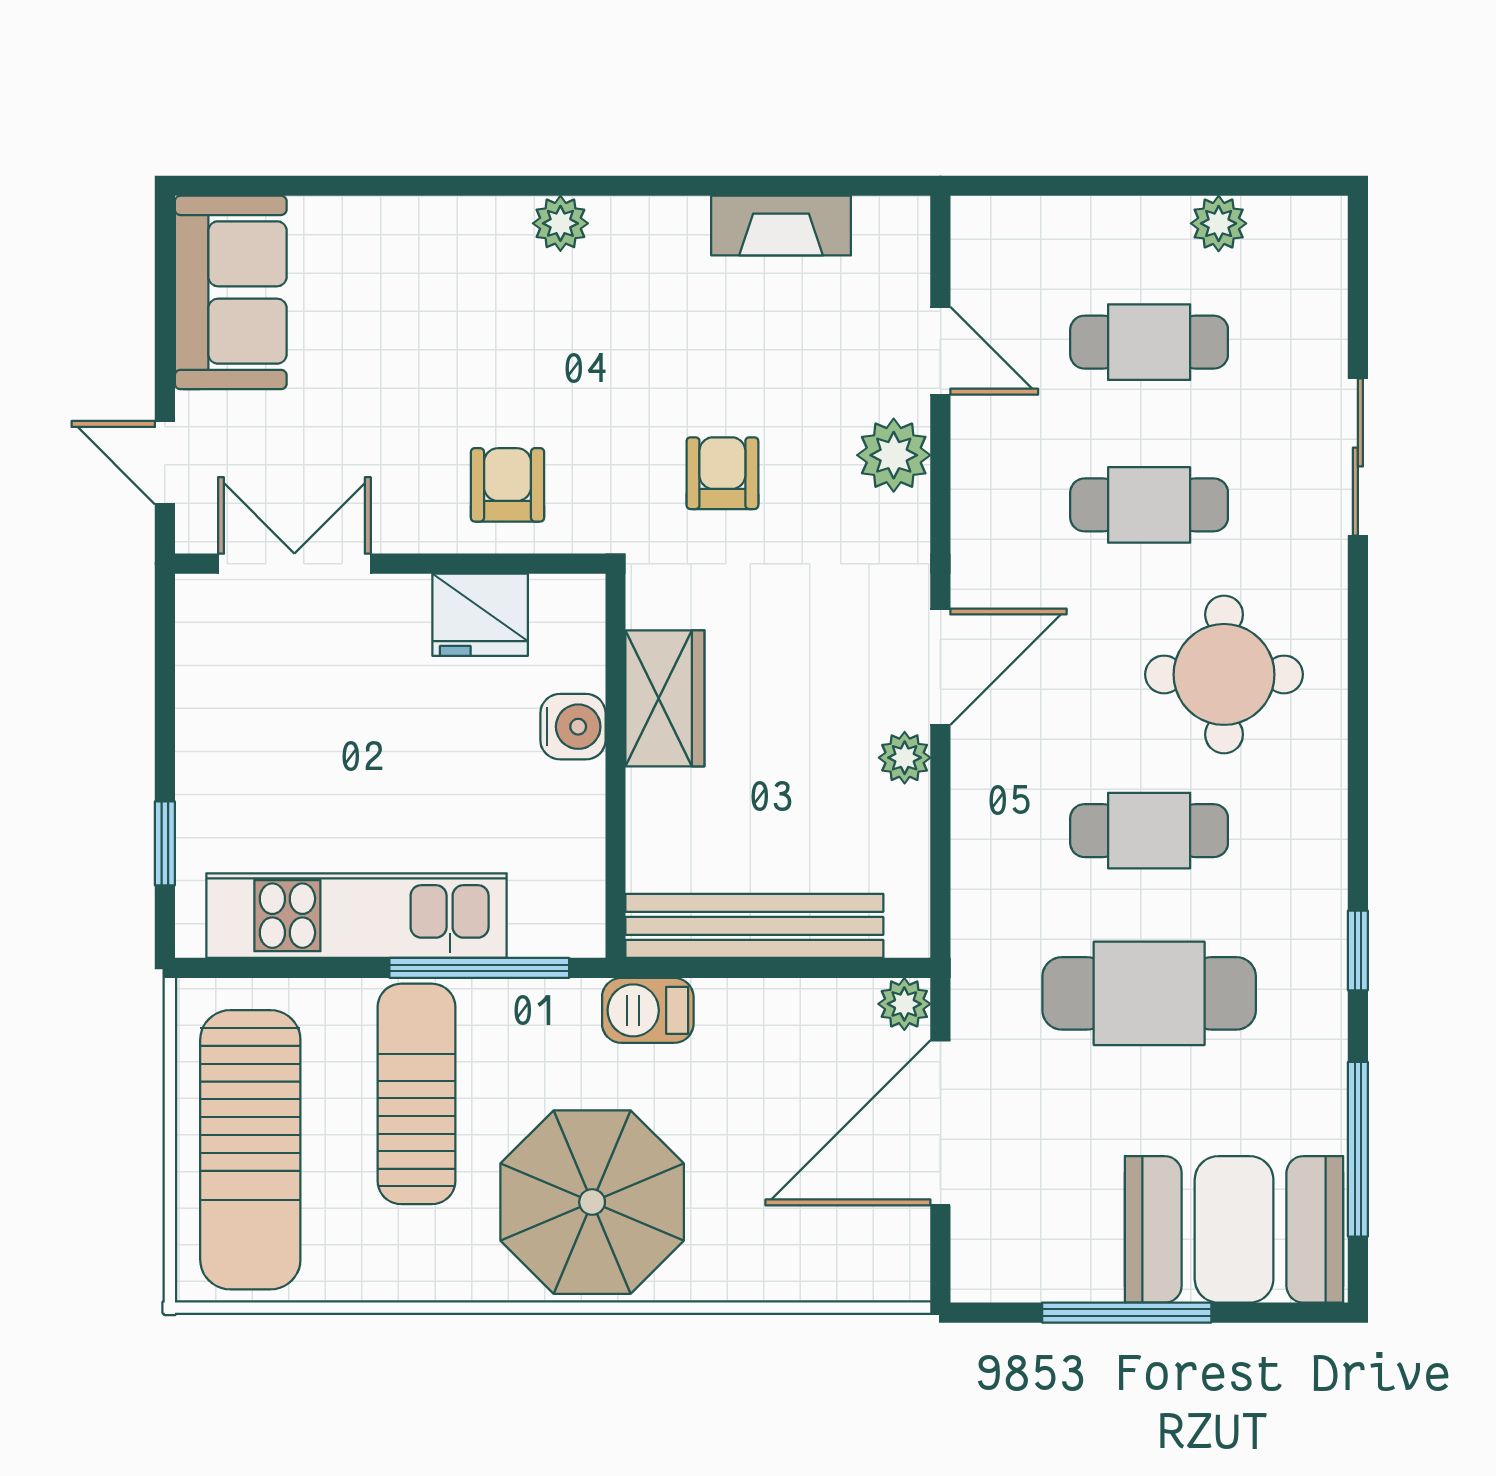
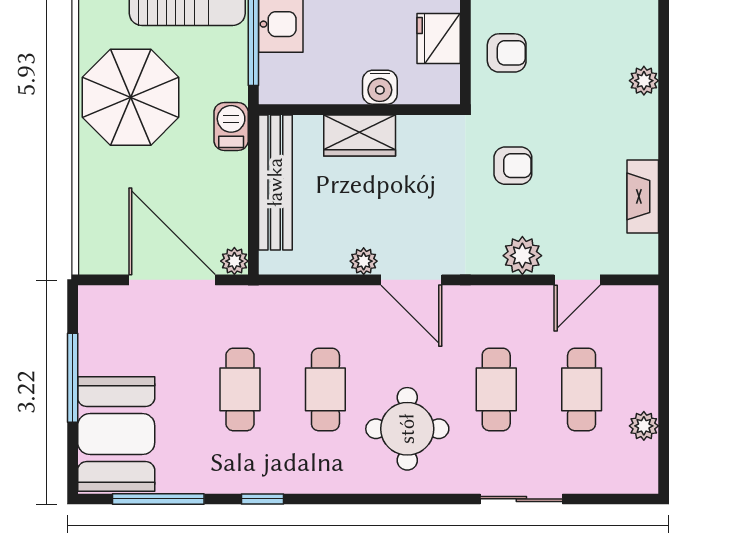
wardrobe: (665, 698) -> (360, 136), moved
cafe table: (1149, 993) -> (240, 389), width x0.73, depth x0.74

